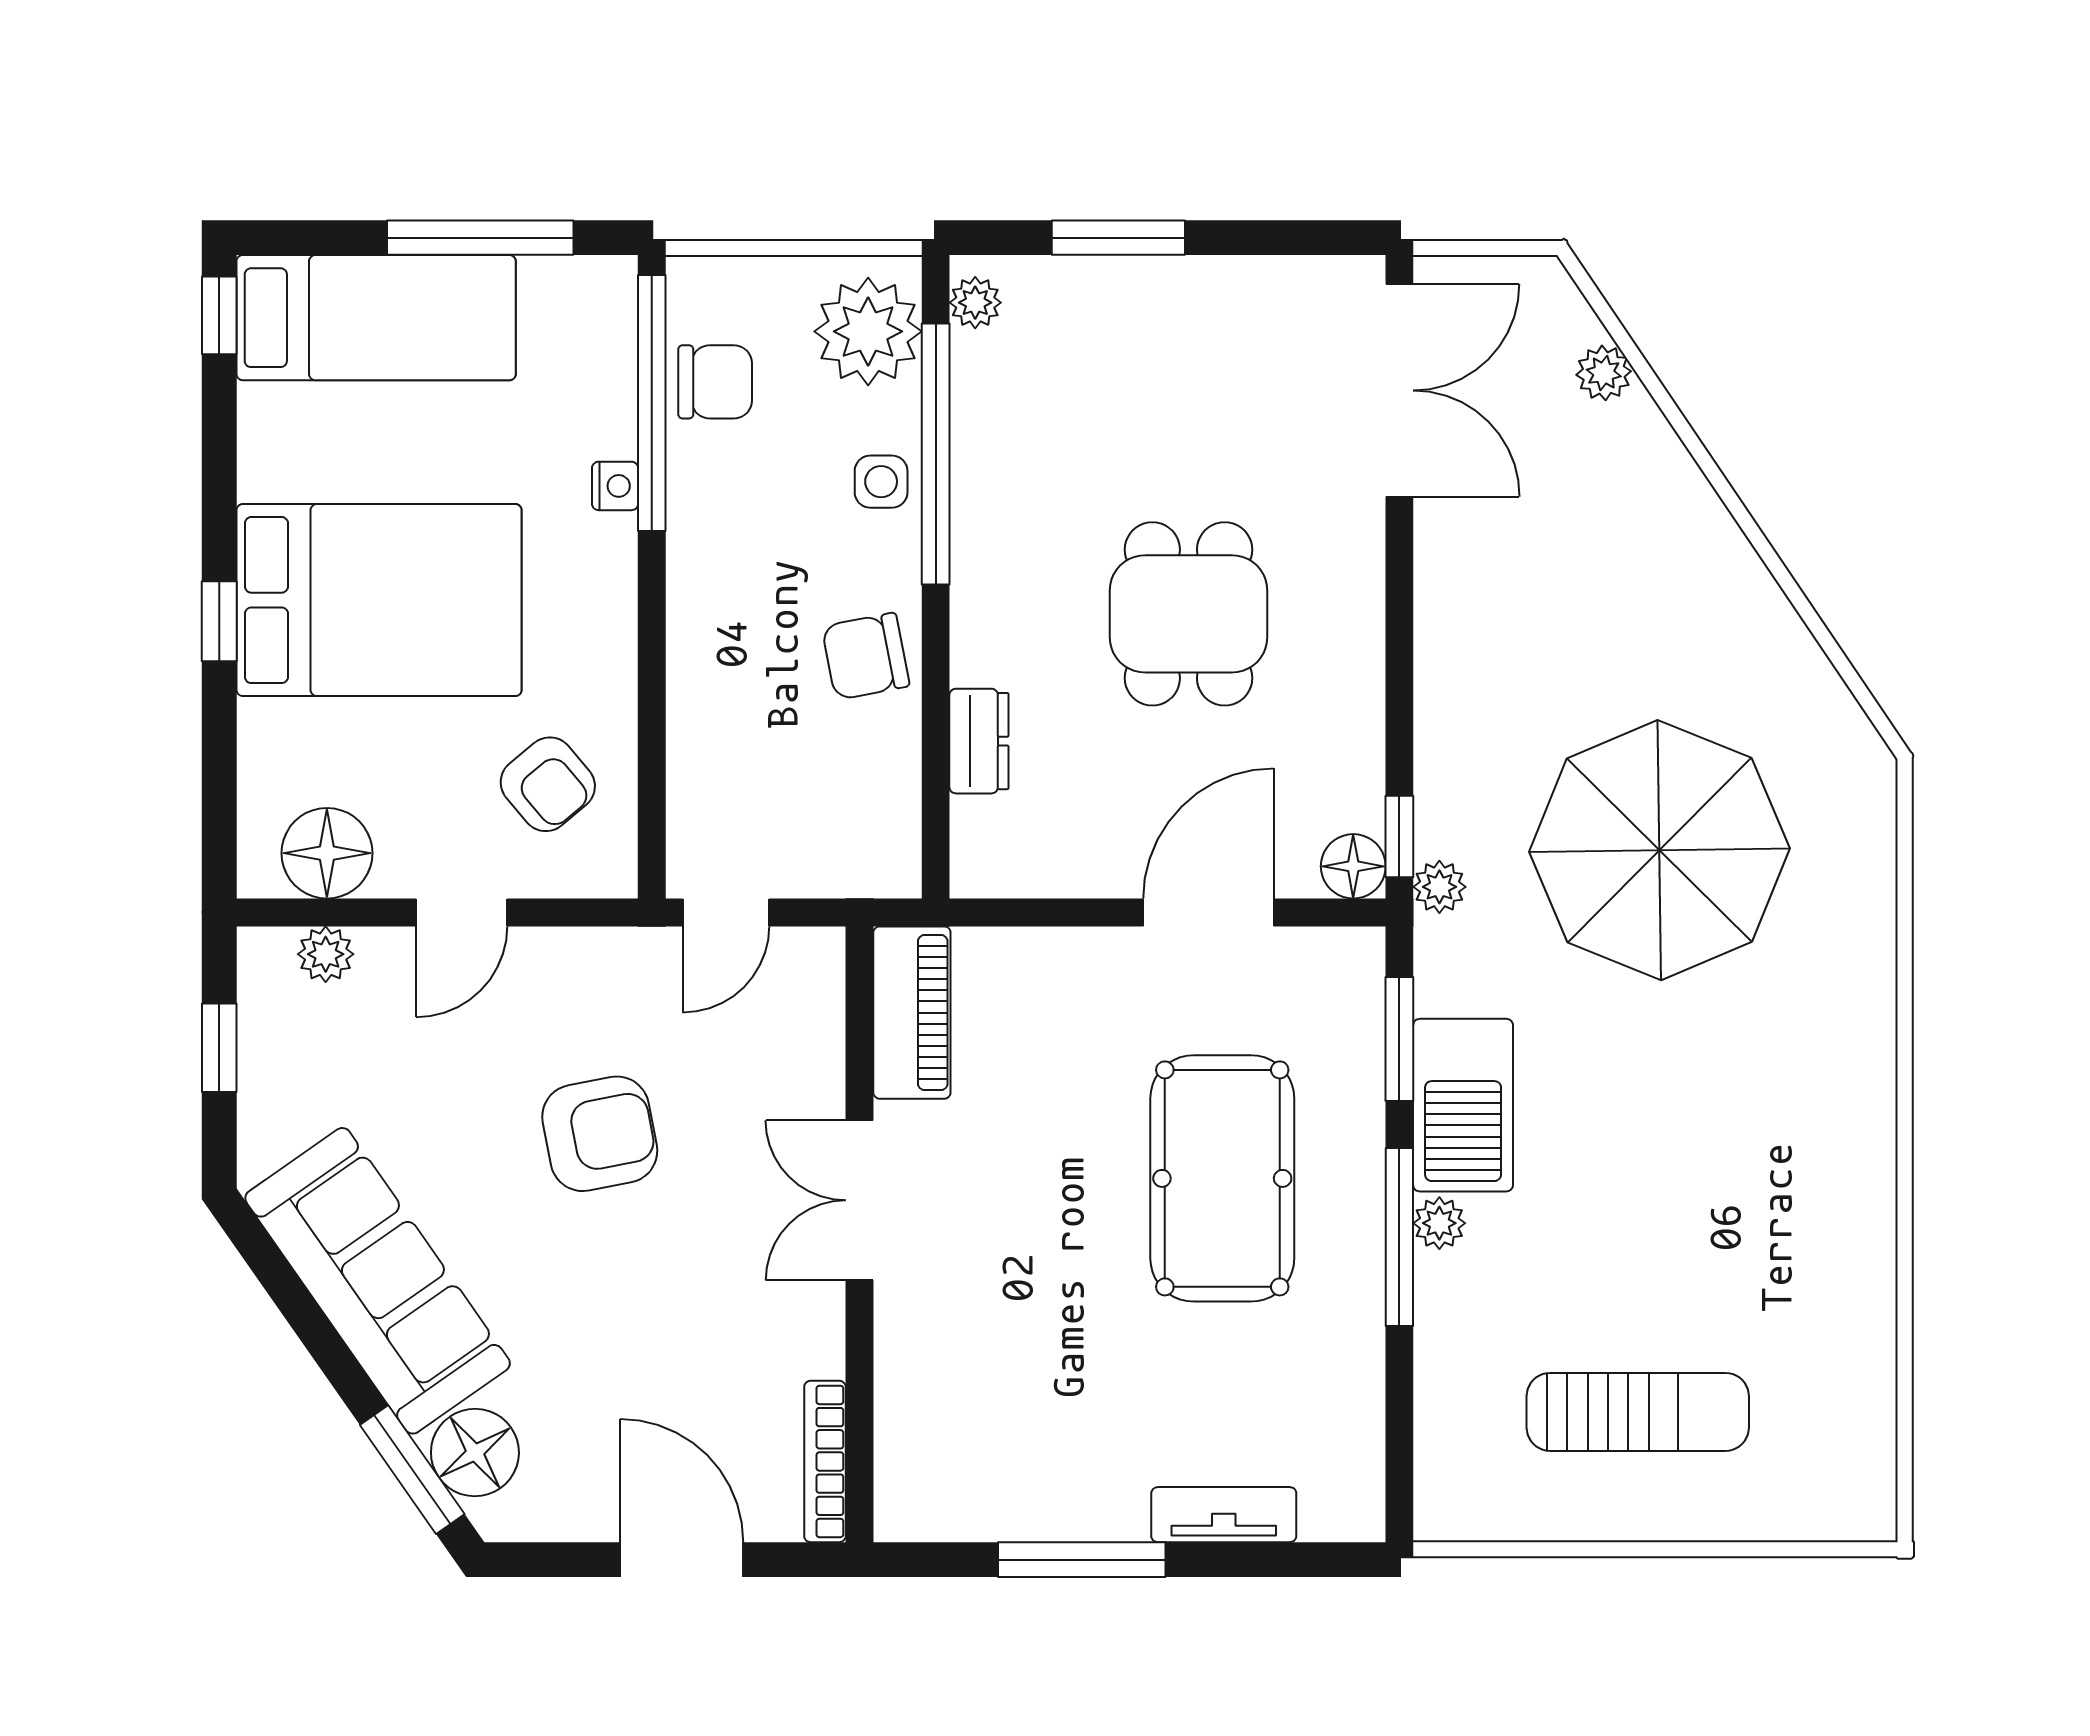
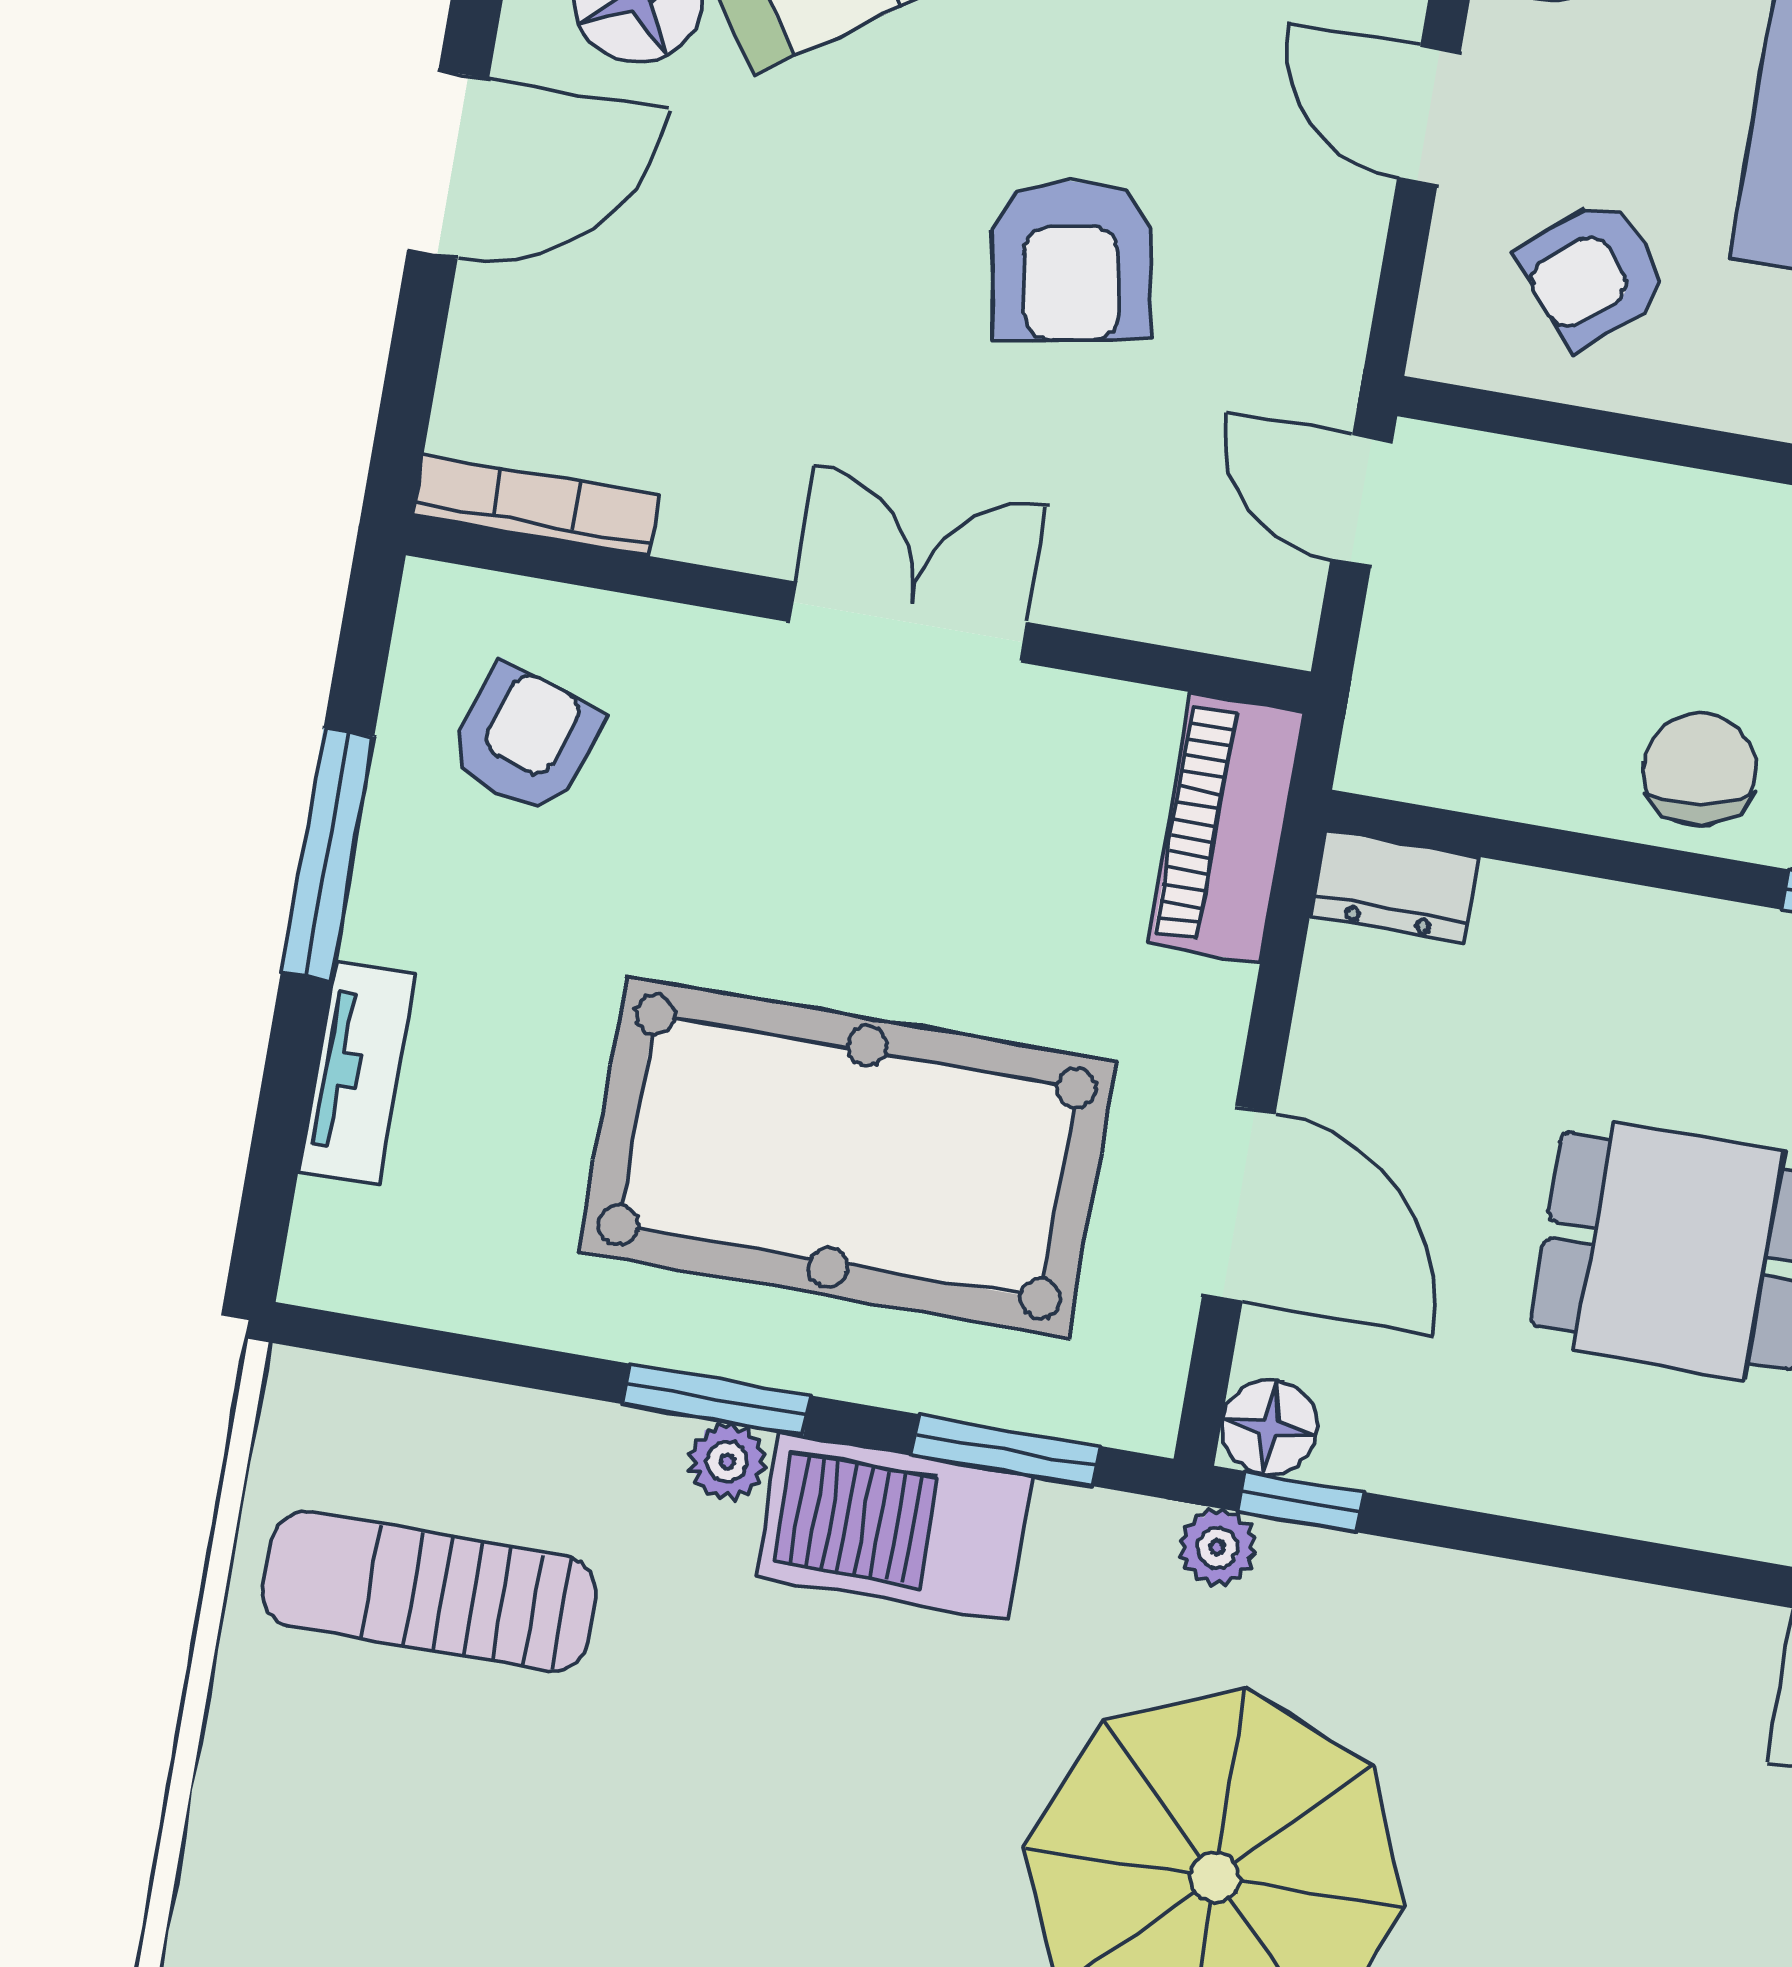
dresser: (979, 741) -> (1394, 886), moved
piano: (912, 1013) -> (1226, 828), moved, turned 90
pool table: (1222, 1178) -> (848, 1157), width x1.36, depth x1.32
window: (1399, 1237) -> (717, 1400), width x0.69
sun lounger: (1638, 1412) -> (429, 1591), moved, turned 90
armchair: (982, 1442) -> (525, 740), added
door: (682, 1560) -> (448, 164), moved

